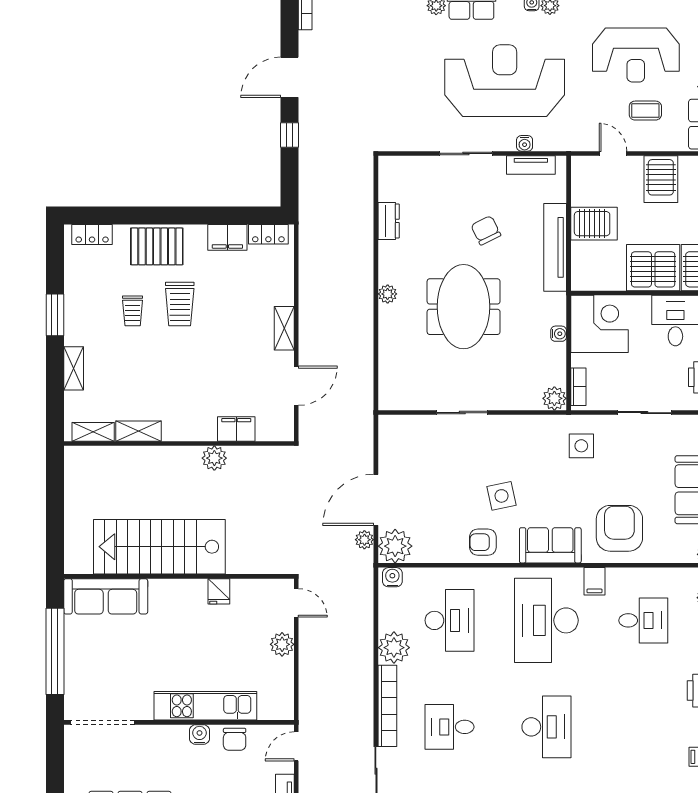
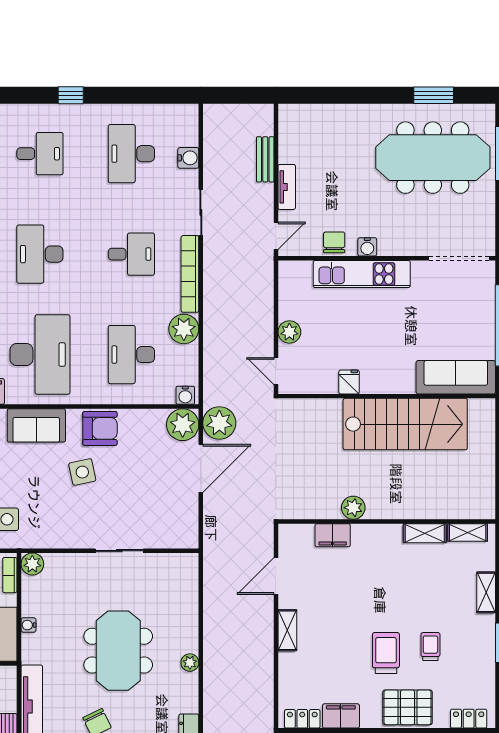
plant: (364, 540) -> (219, 423), width x1.88, depth x1.88
armchair: (483, 542) -> (100, 428), width x1.38, depth x1.38

